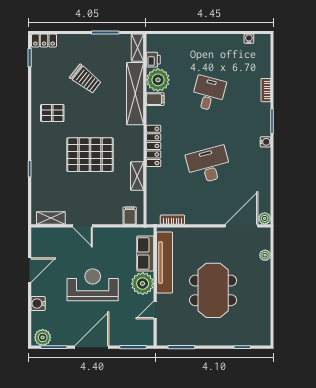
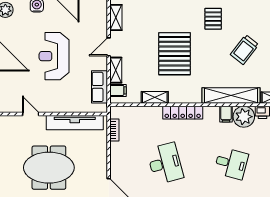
shelving: (108, 218) -> (116, 70), added
row of seats: (145, 254) -> (99, 87), moved, turned -90
plant: (143, 284) -> (55, 102), removed
reception desk: (93, 285) -> (54, 56), turned 180

